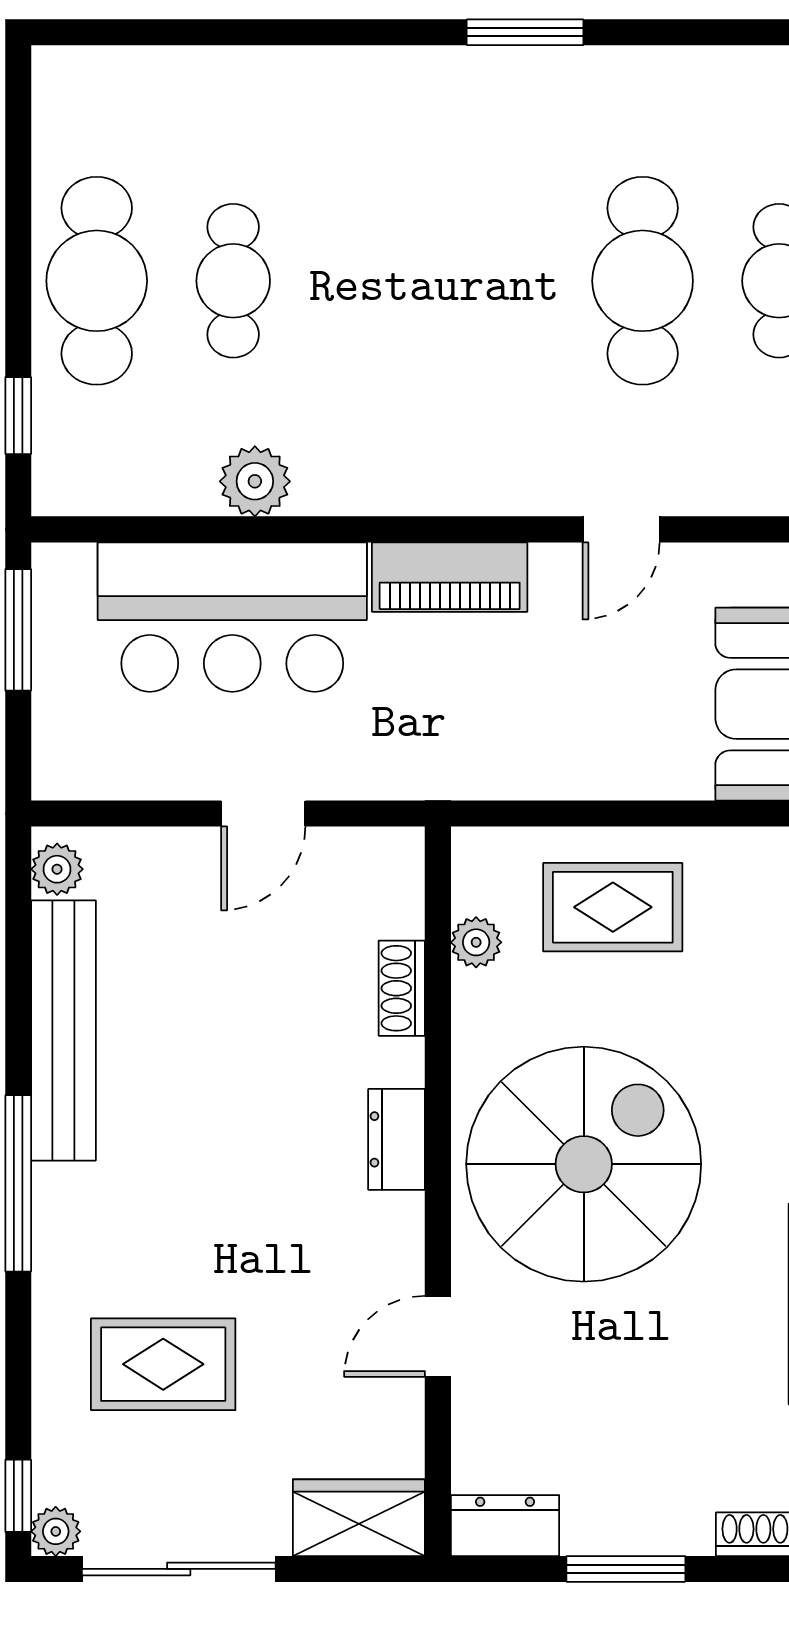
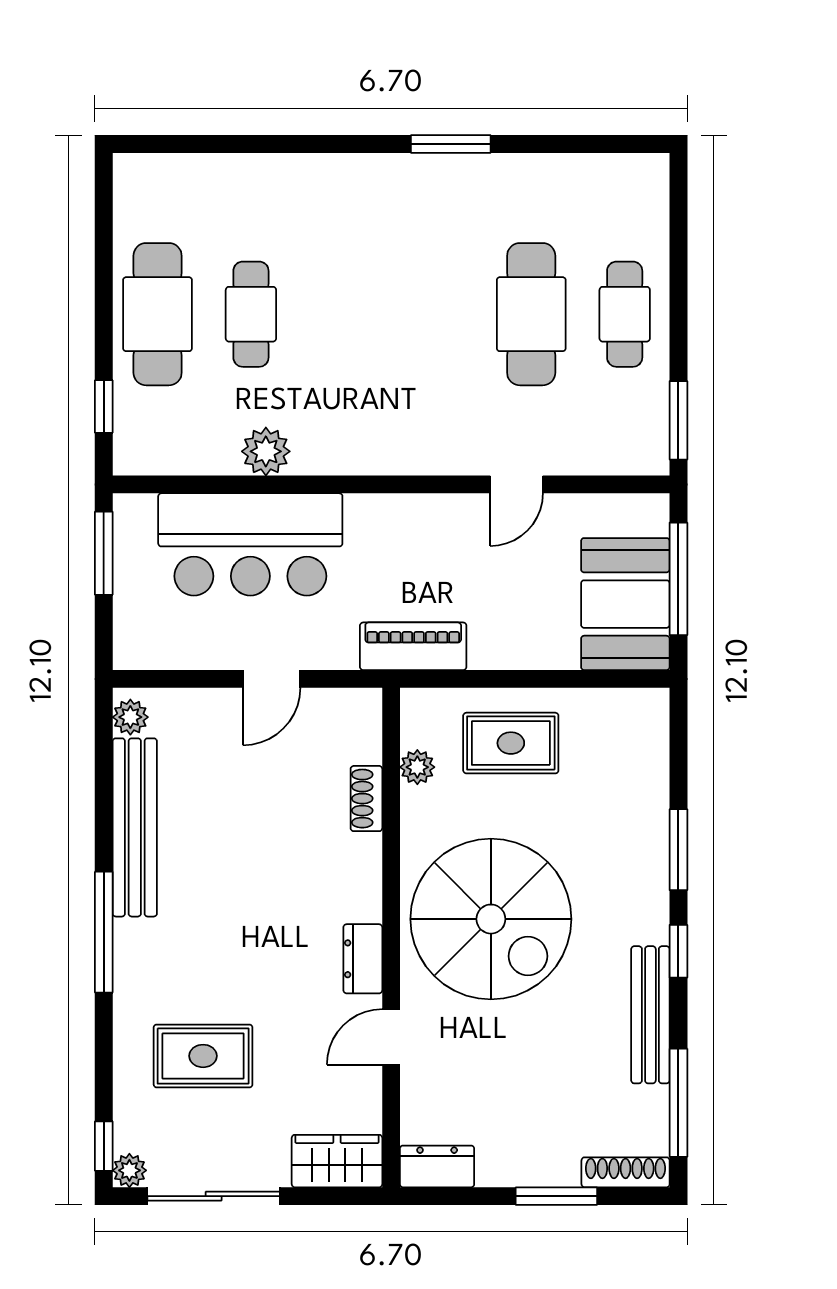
piano: (450, 577) -> (413, 646), moved, turned 180
dresser: (397, 1139) -> (363, 959), moved
spiral stairs: (584, 1164) -> (491, 919), turned 90
window: (626, 1569) -> (556, 1196), moved

